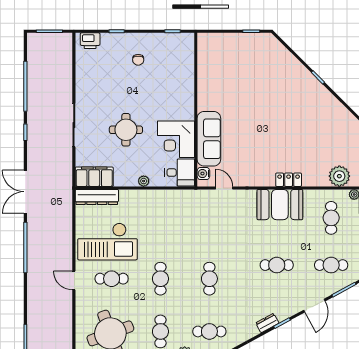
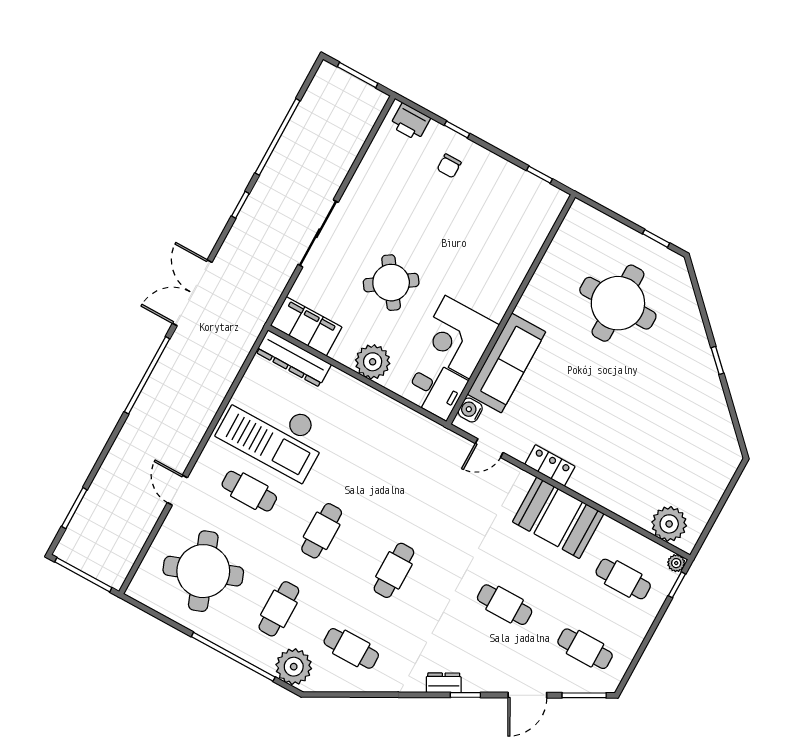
chair: (138, 60) -> (449, 166), moved
round table: (250, 76) -> (618, 303), added
round table: (126, 130) -> (391, 283), turned -35
locker: (289, 180) -> (550, 465), moved
plant: (144, 181) -> (373, 362), width x1.87, depth x1.87
door: (224, 188) -> (489, 448), swing flipped
cafe table: (331, 218) -> (623, 579), turned 90
door: (74, 280) -> (177, 490), moved

